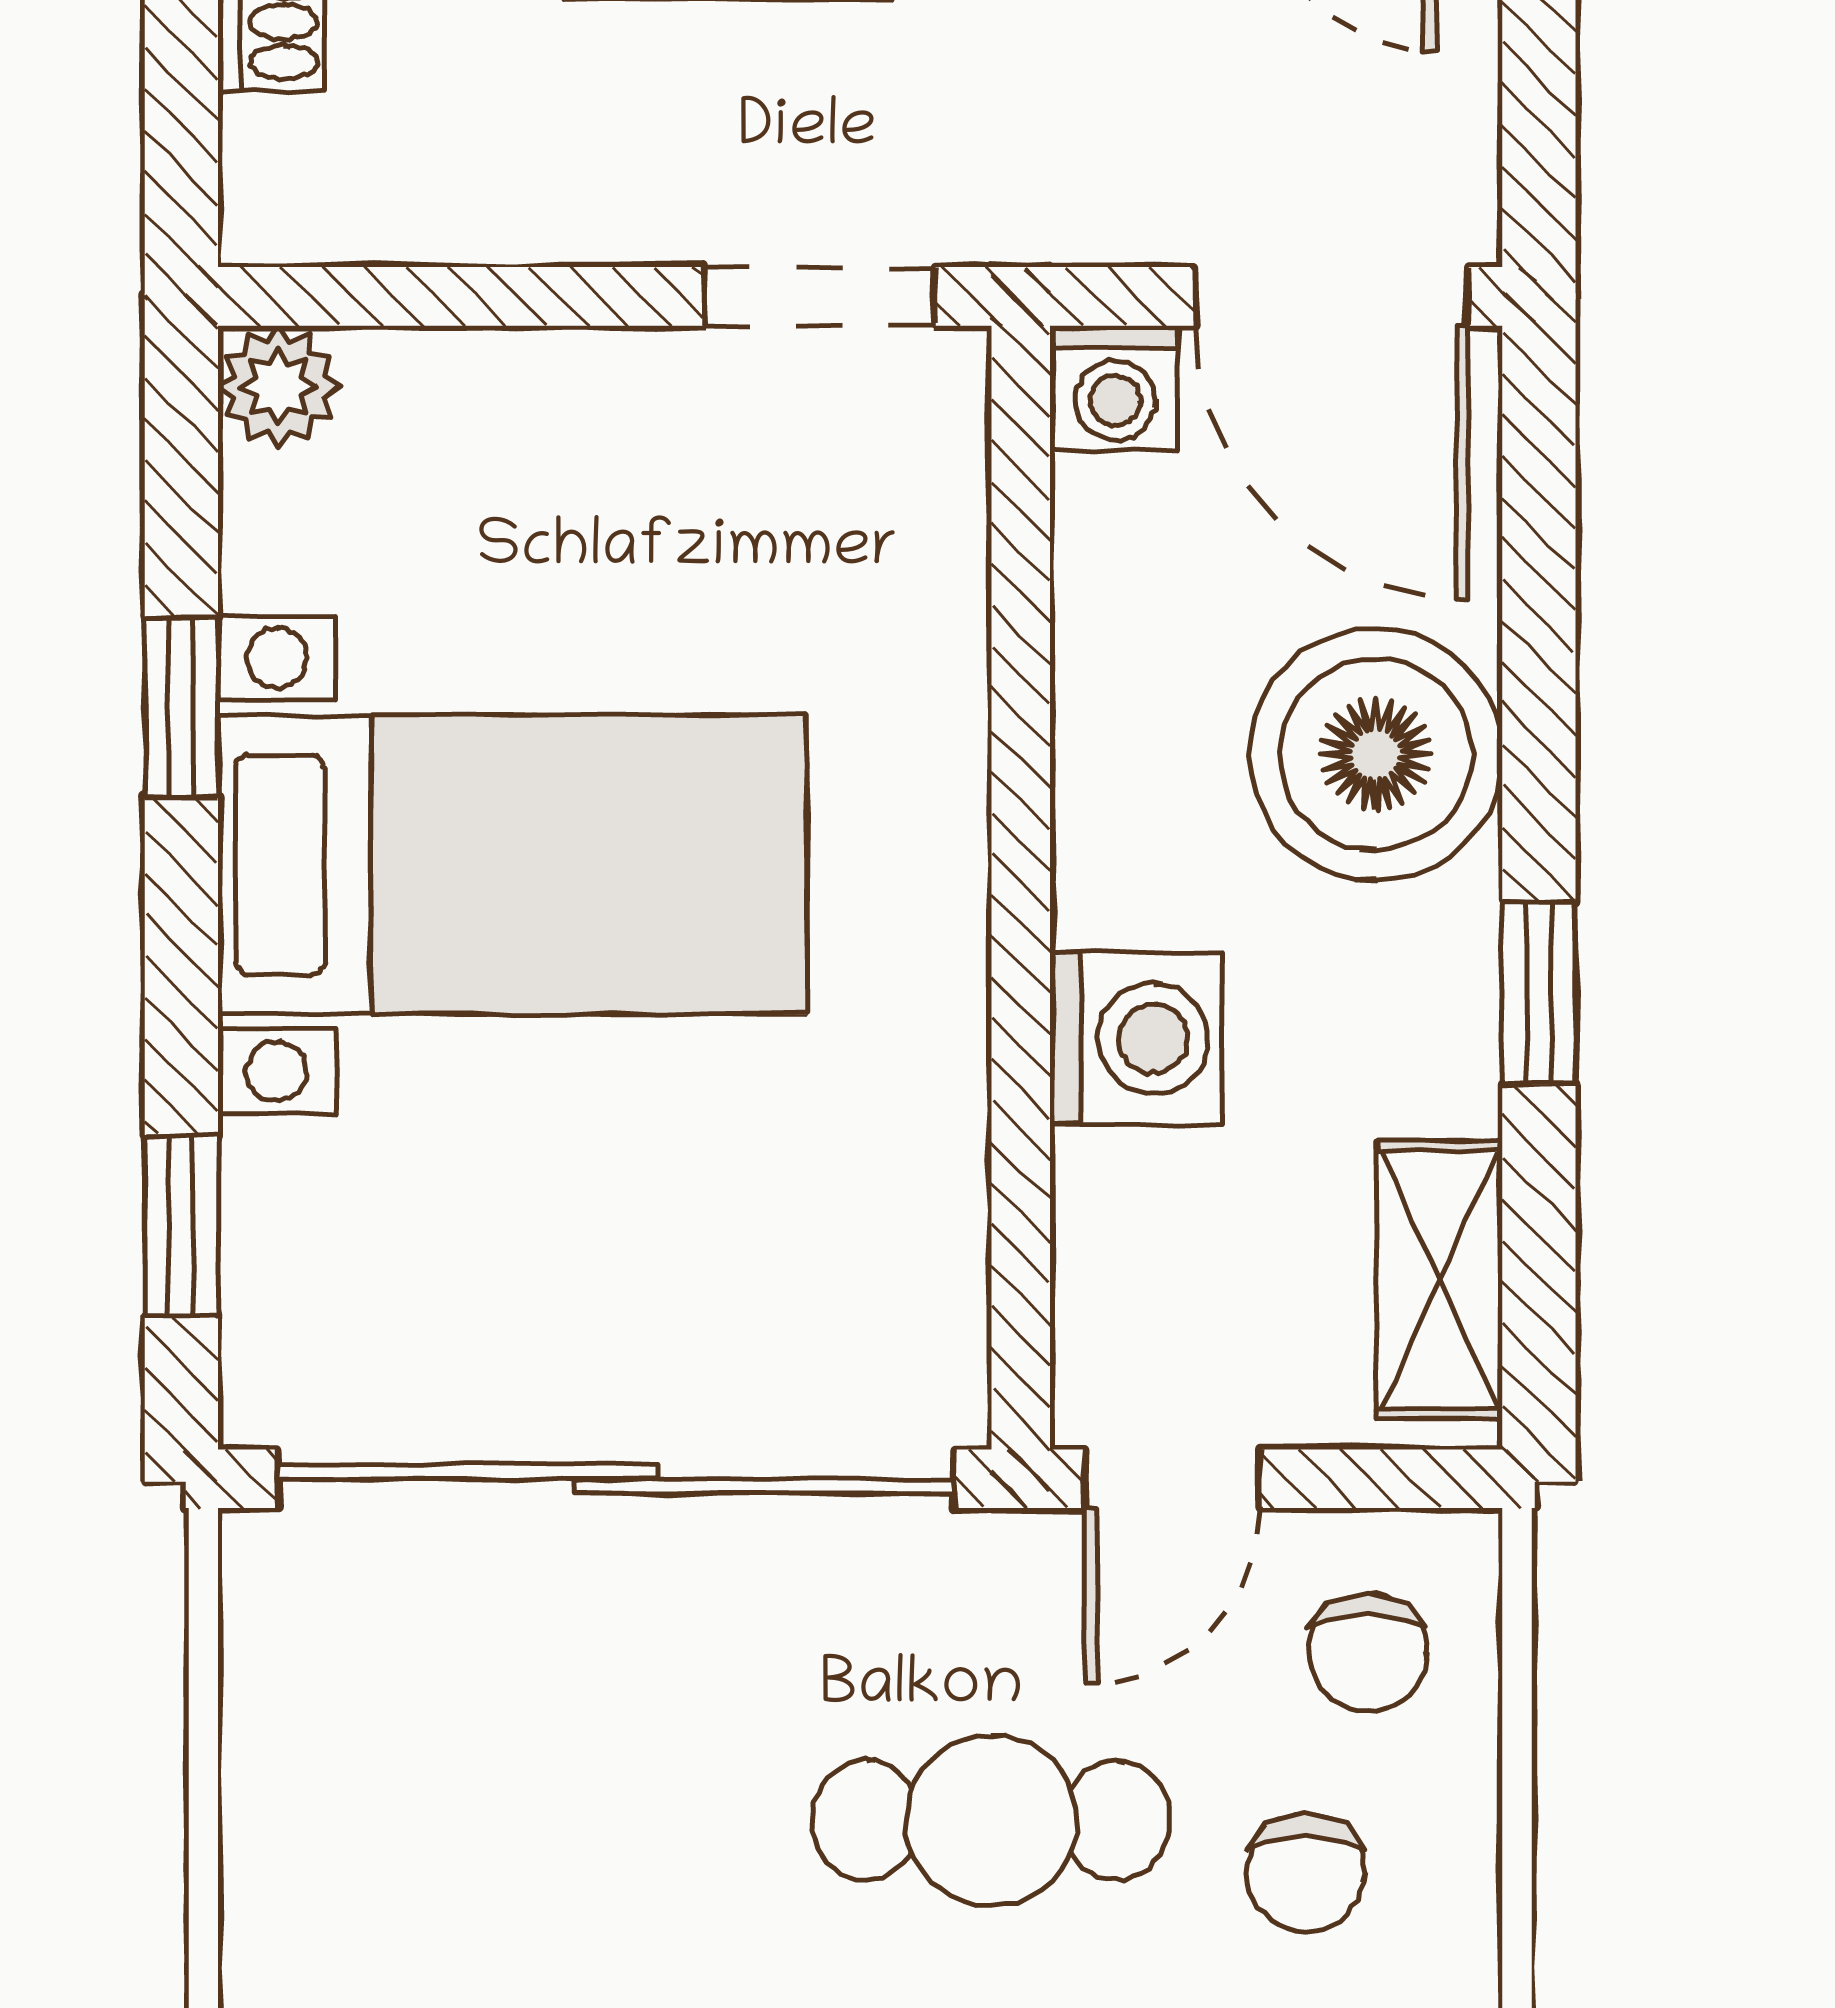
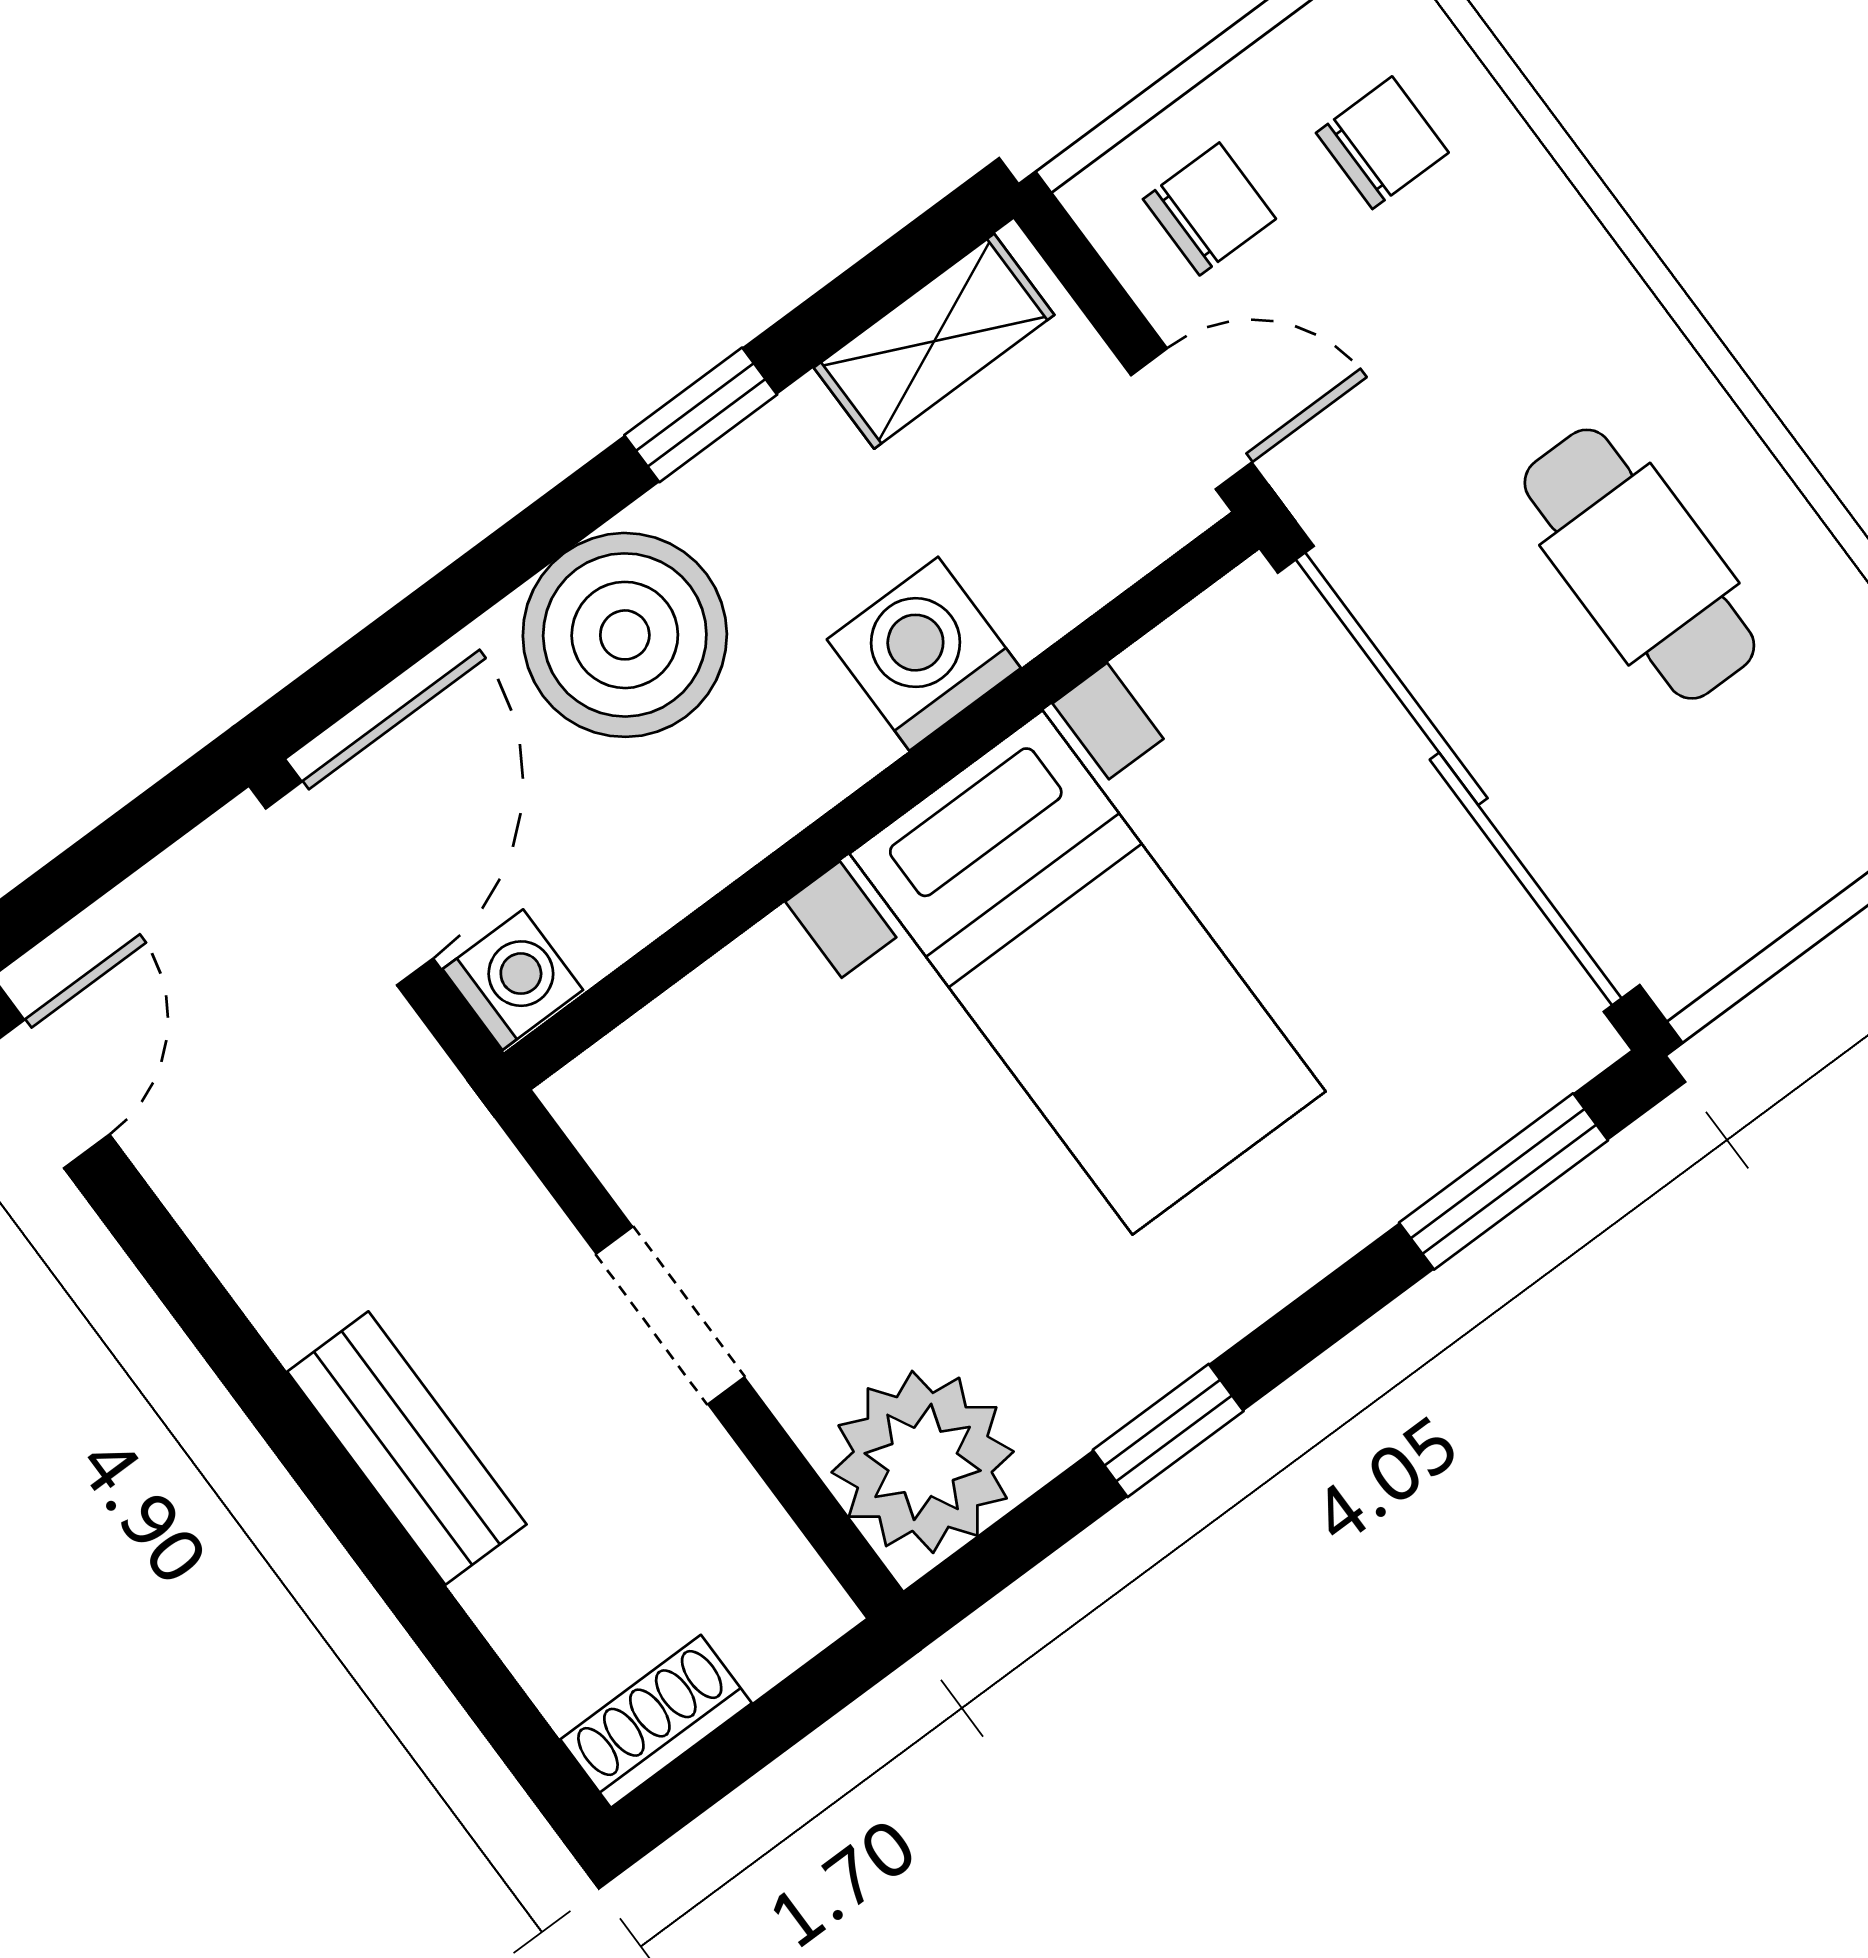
doorway: (819, 296) -> (670, 1315), moved
plant: (279, 386) -> (923, 1462), width x1.88, depth x1.88
bed with nightstands: (512, 865) -> (1088, 973), moved, turned 180
window: (181, 1226) -> (1504, 1181), width x1.50
cafe table: (991, 1820) -> (1639, 564), moved

